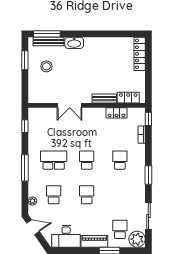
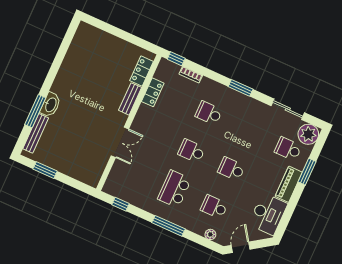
window: (47, 34) -> (35, 111), moved
locker: (140, 54) -> (97, 35), removed
stool: (46, 66) -> (63, 149), removed

